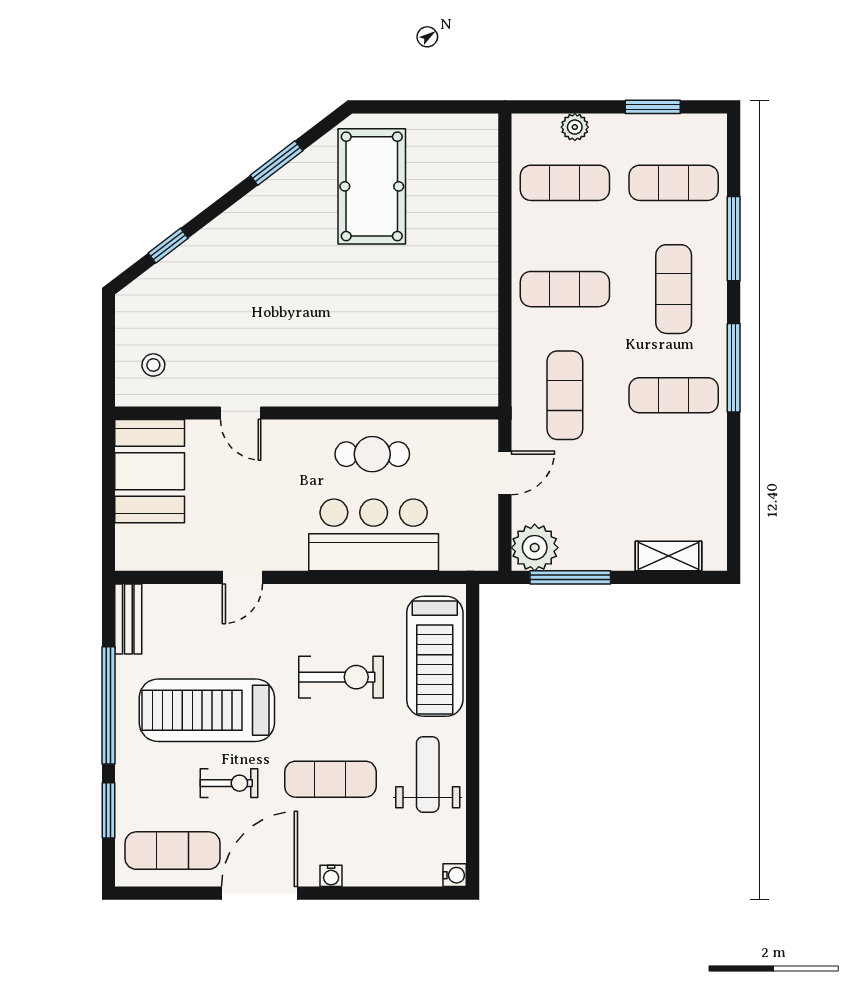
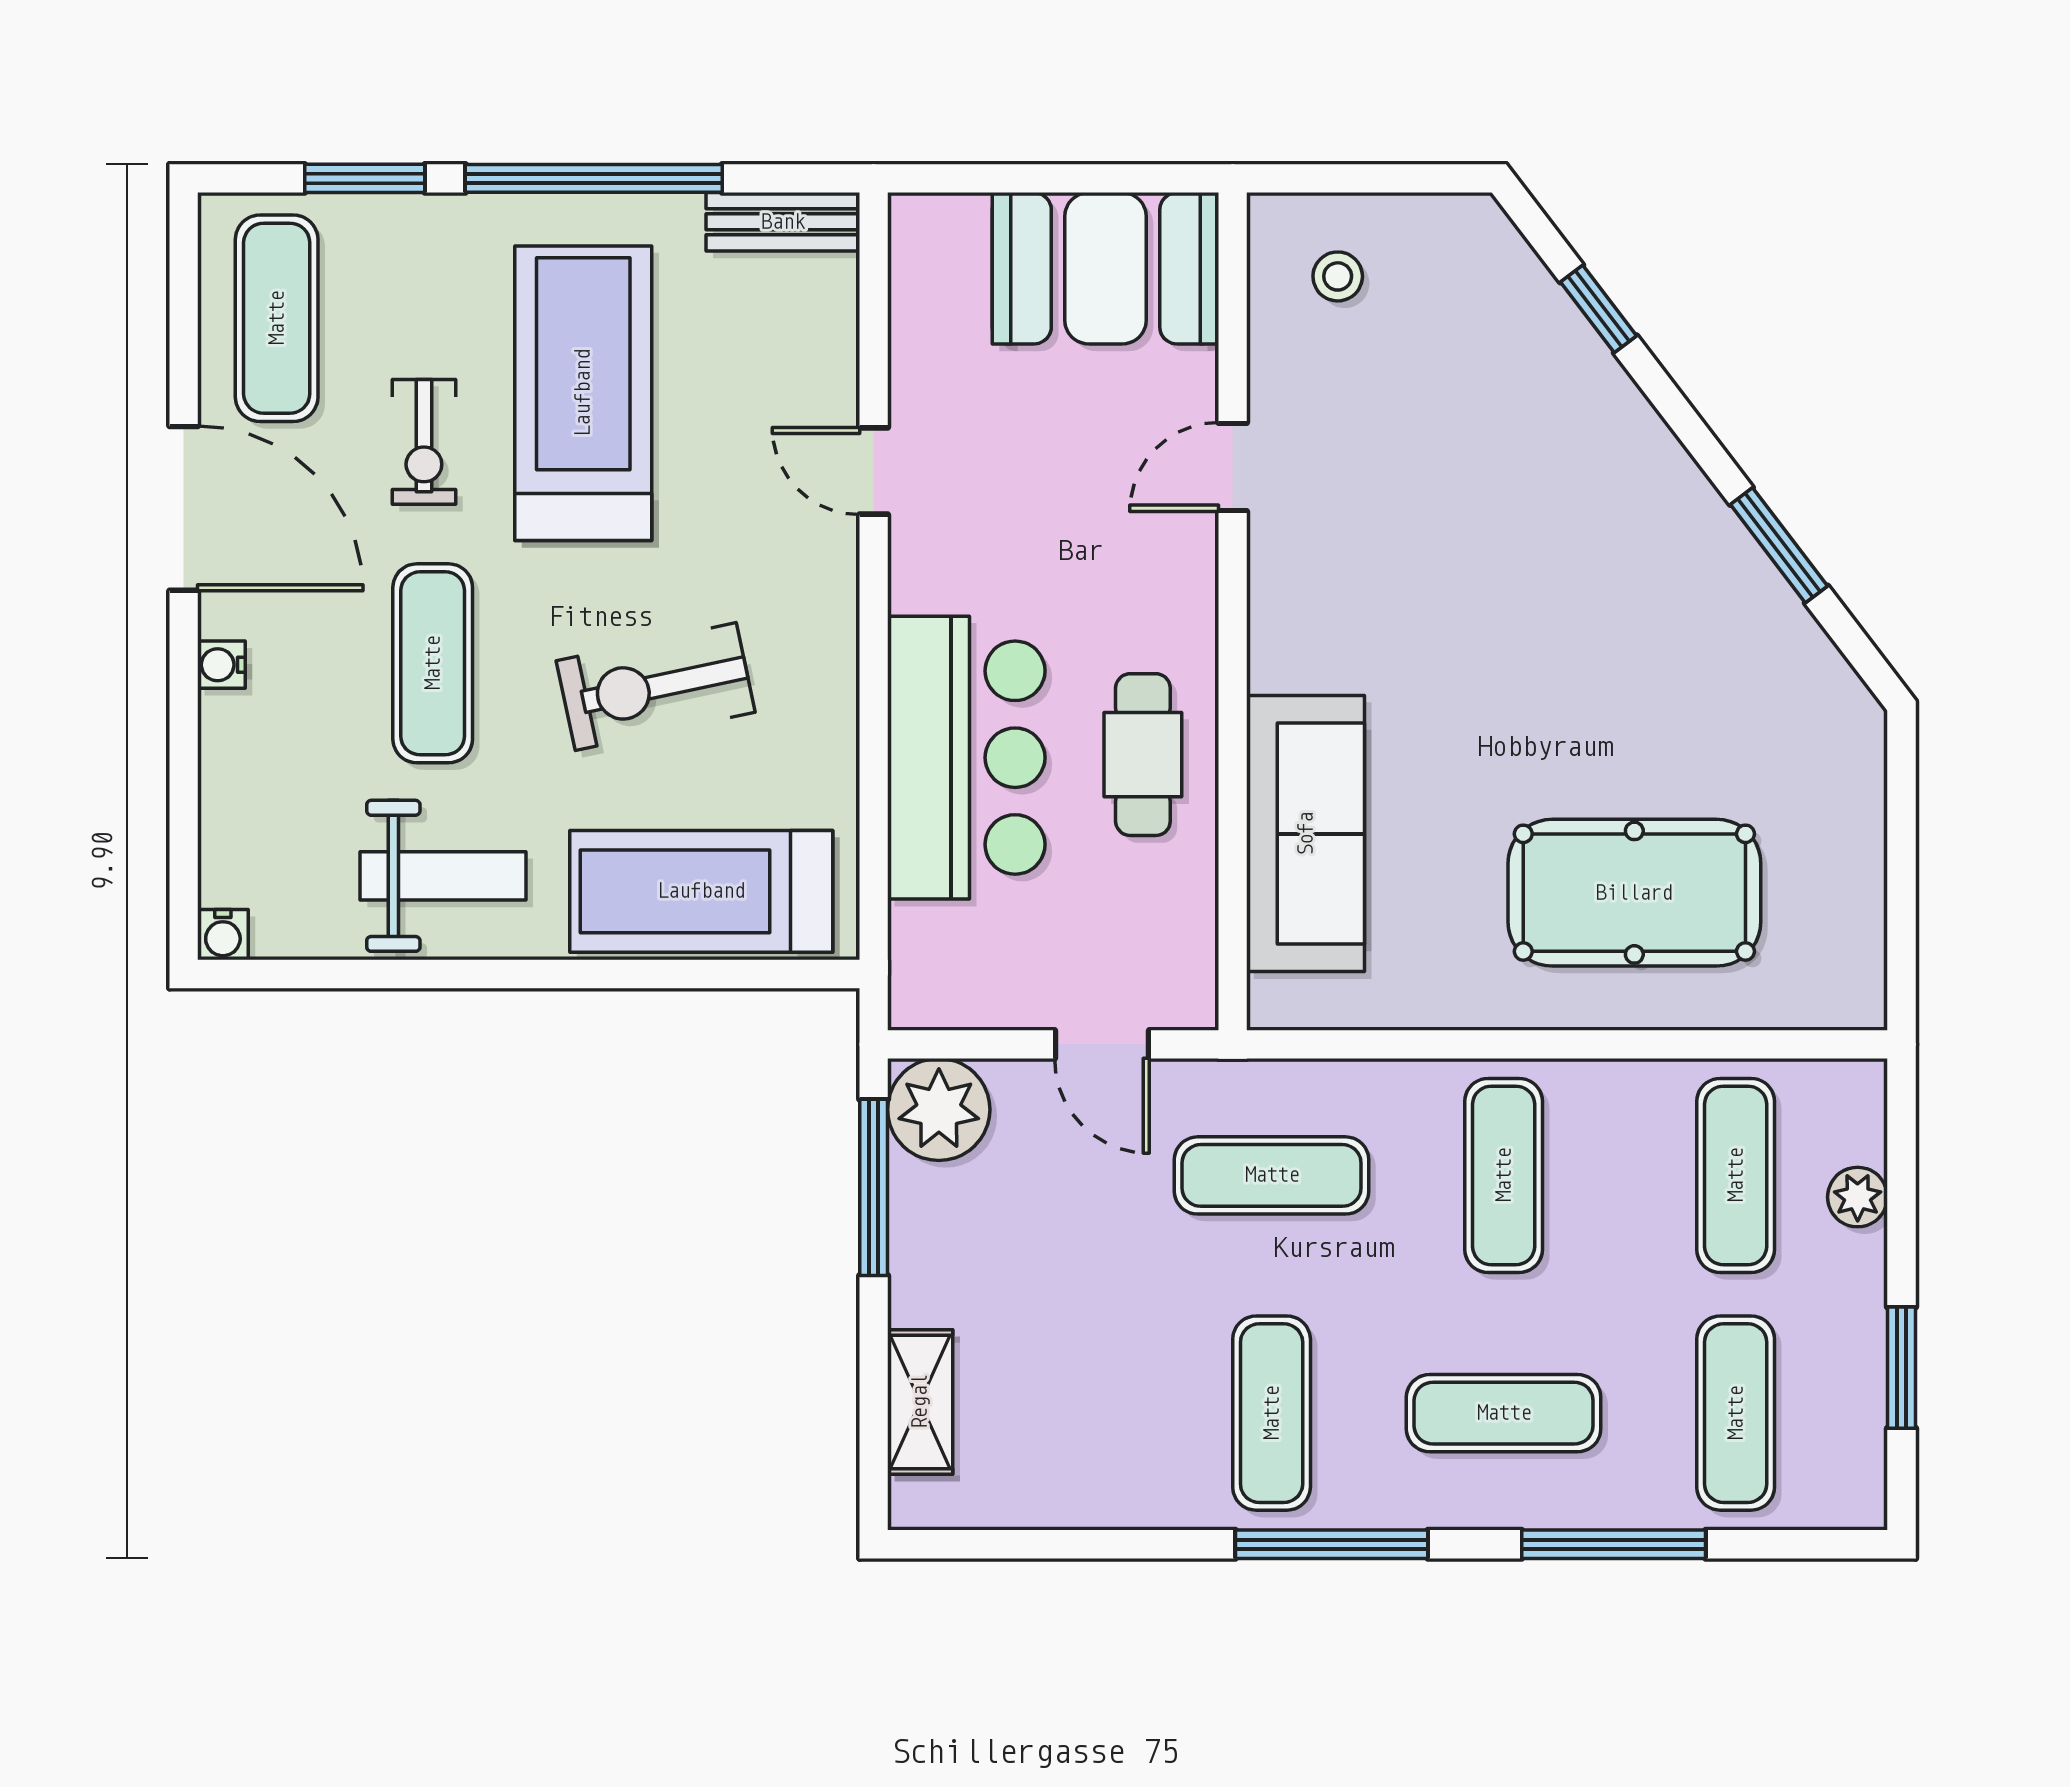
pool table: (372, 186) -> (1634, 893), moved
sofa: (408, 380) -> (1306, 834), added
exercise bike: (341, 677) -> (656, 687), turned 78

